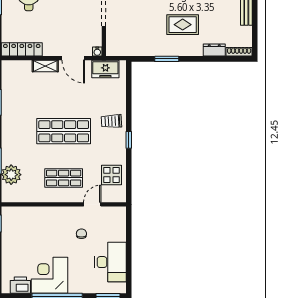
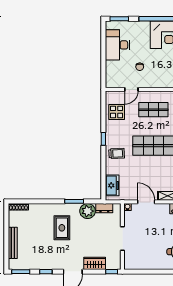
rug: (183, 25) -> (62, 228), turned 90
plant: (149, 46) -> (88, 211), added
dresser: (214, 50) -> (104, 208), moved
freezer: (105, 69) -> (112, 185), moved, turned 90

